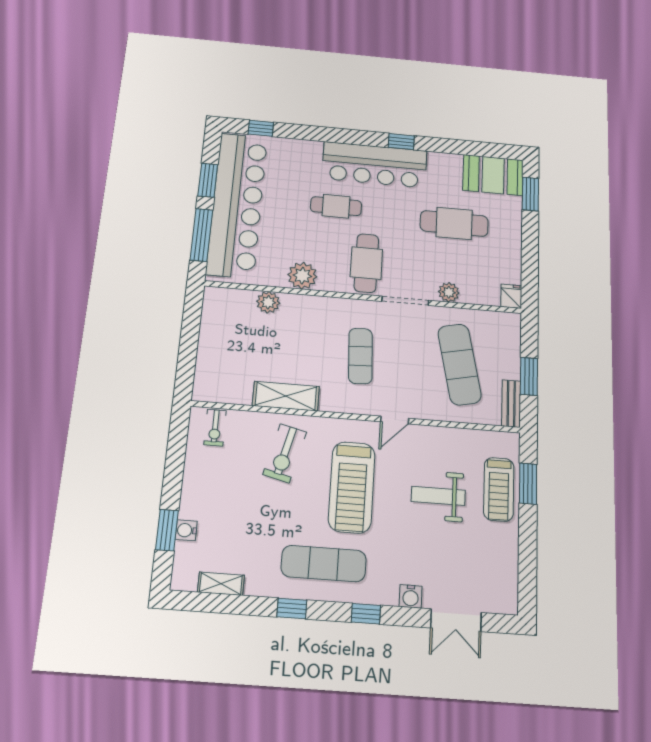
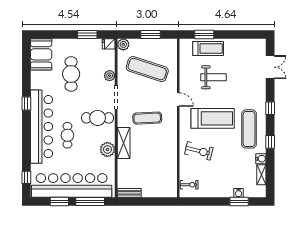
bar counter: (375, 165) -> (41, 127), width x1.36
window: (530, 194) -> (87, 34), moved
plant: (268, 302) -> (123, 44), moved
exercise mat: (459, 364) -> (147, 69), turned 30
shelving: (286, 396) -> (124, 143), moved
bench: (511, 404) -> (129, 193), moved
weight bench: (438, 496) -> (213, 77), turned -90
water cooler: (411, 596) -> (261, 159), moved

